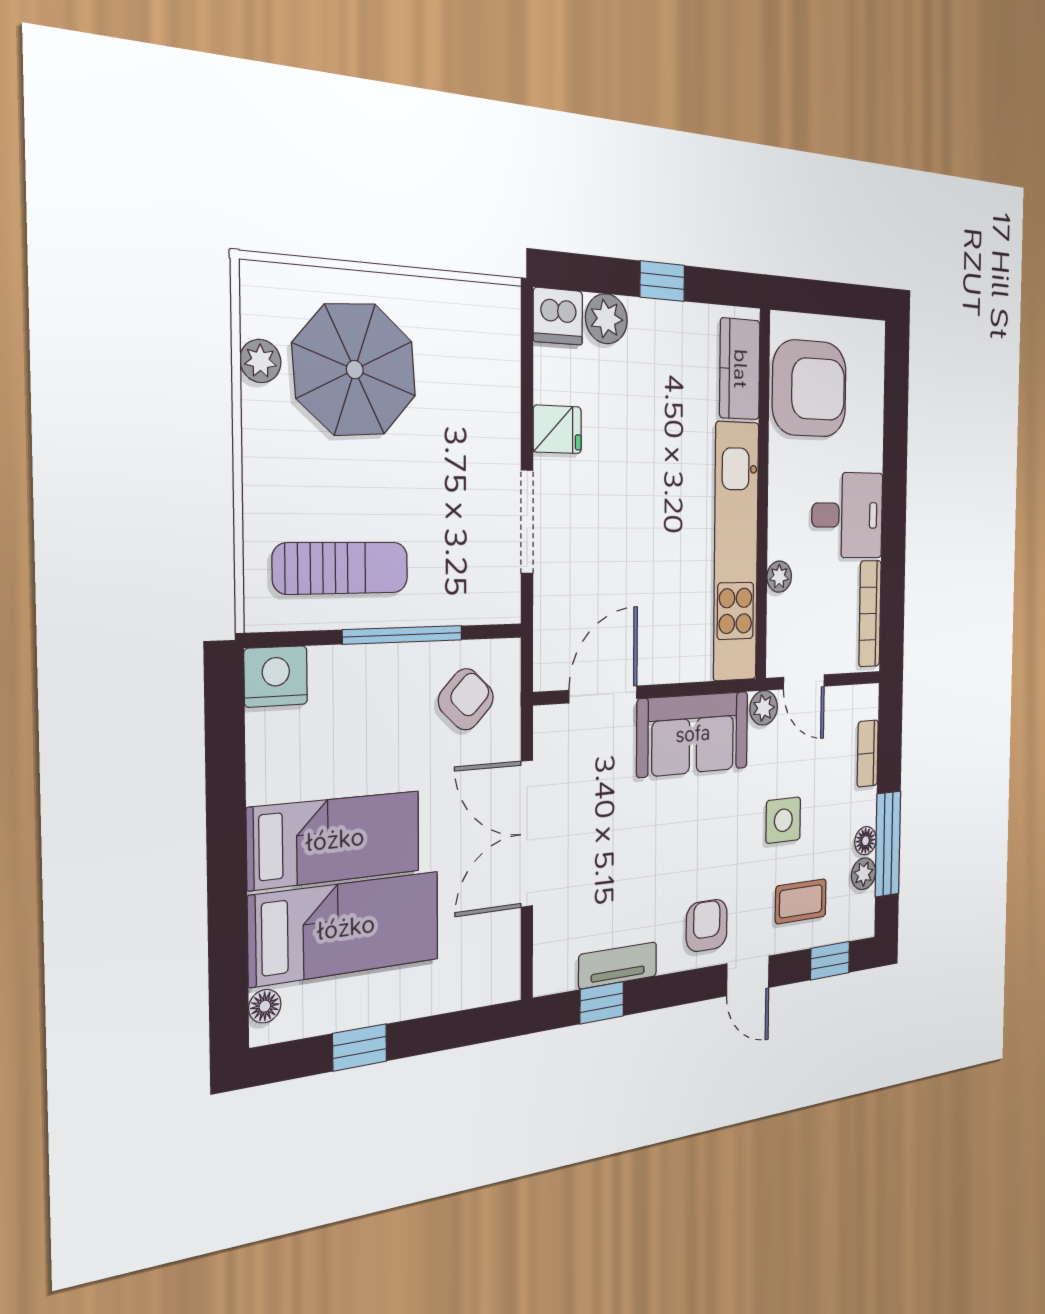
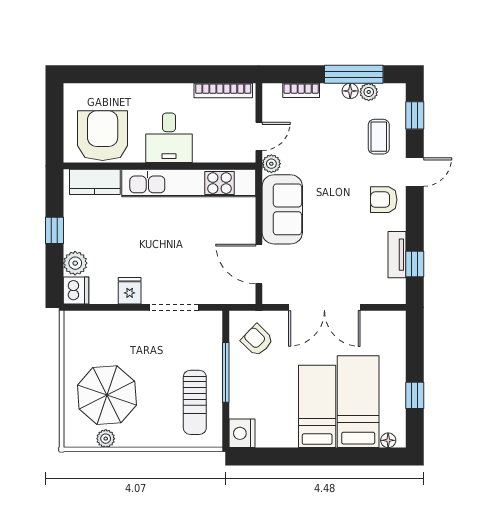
desk: (847, 515) -> (169, 138), moved, turned 180
sun lounger: (341, 568) -> (195, 402), turned 180
plant: (779, 577) -> (202, 154), removed
side table: (783, 820) -> (333, 149), removed

